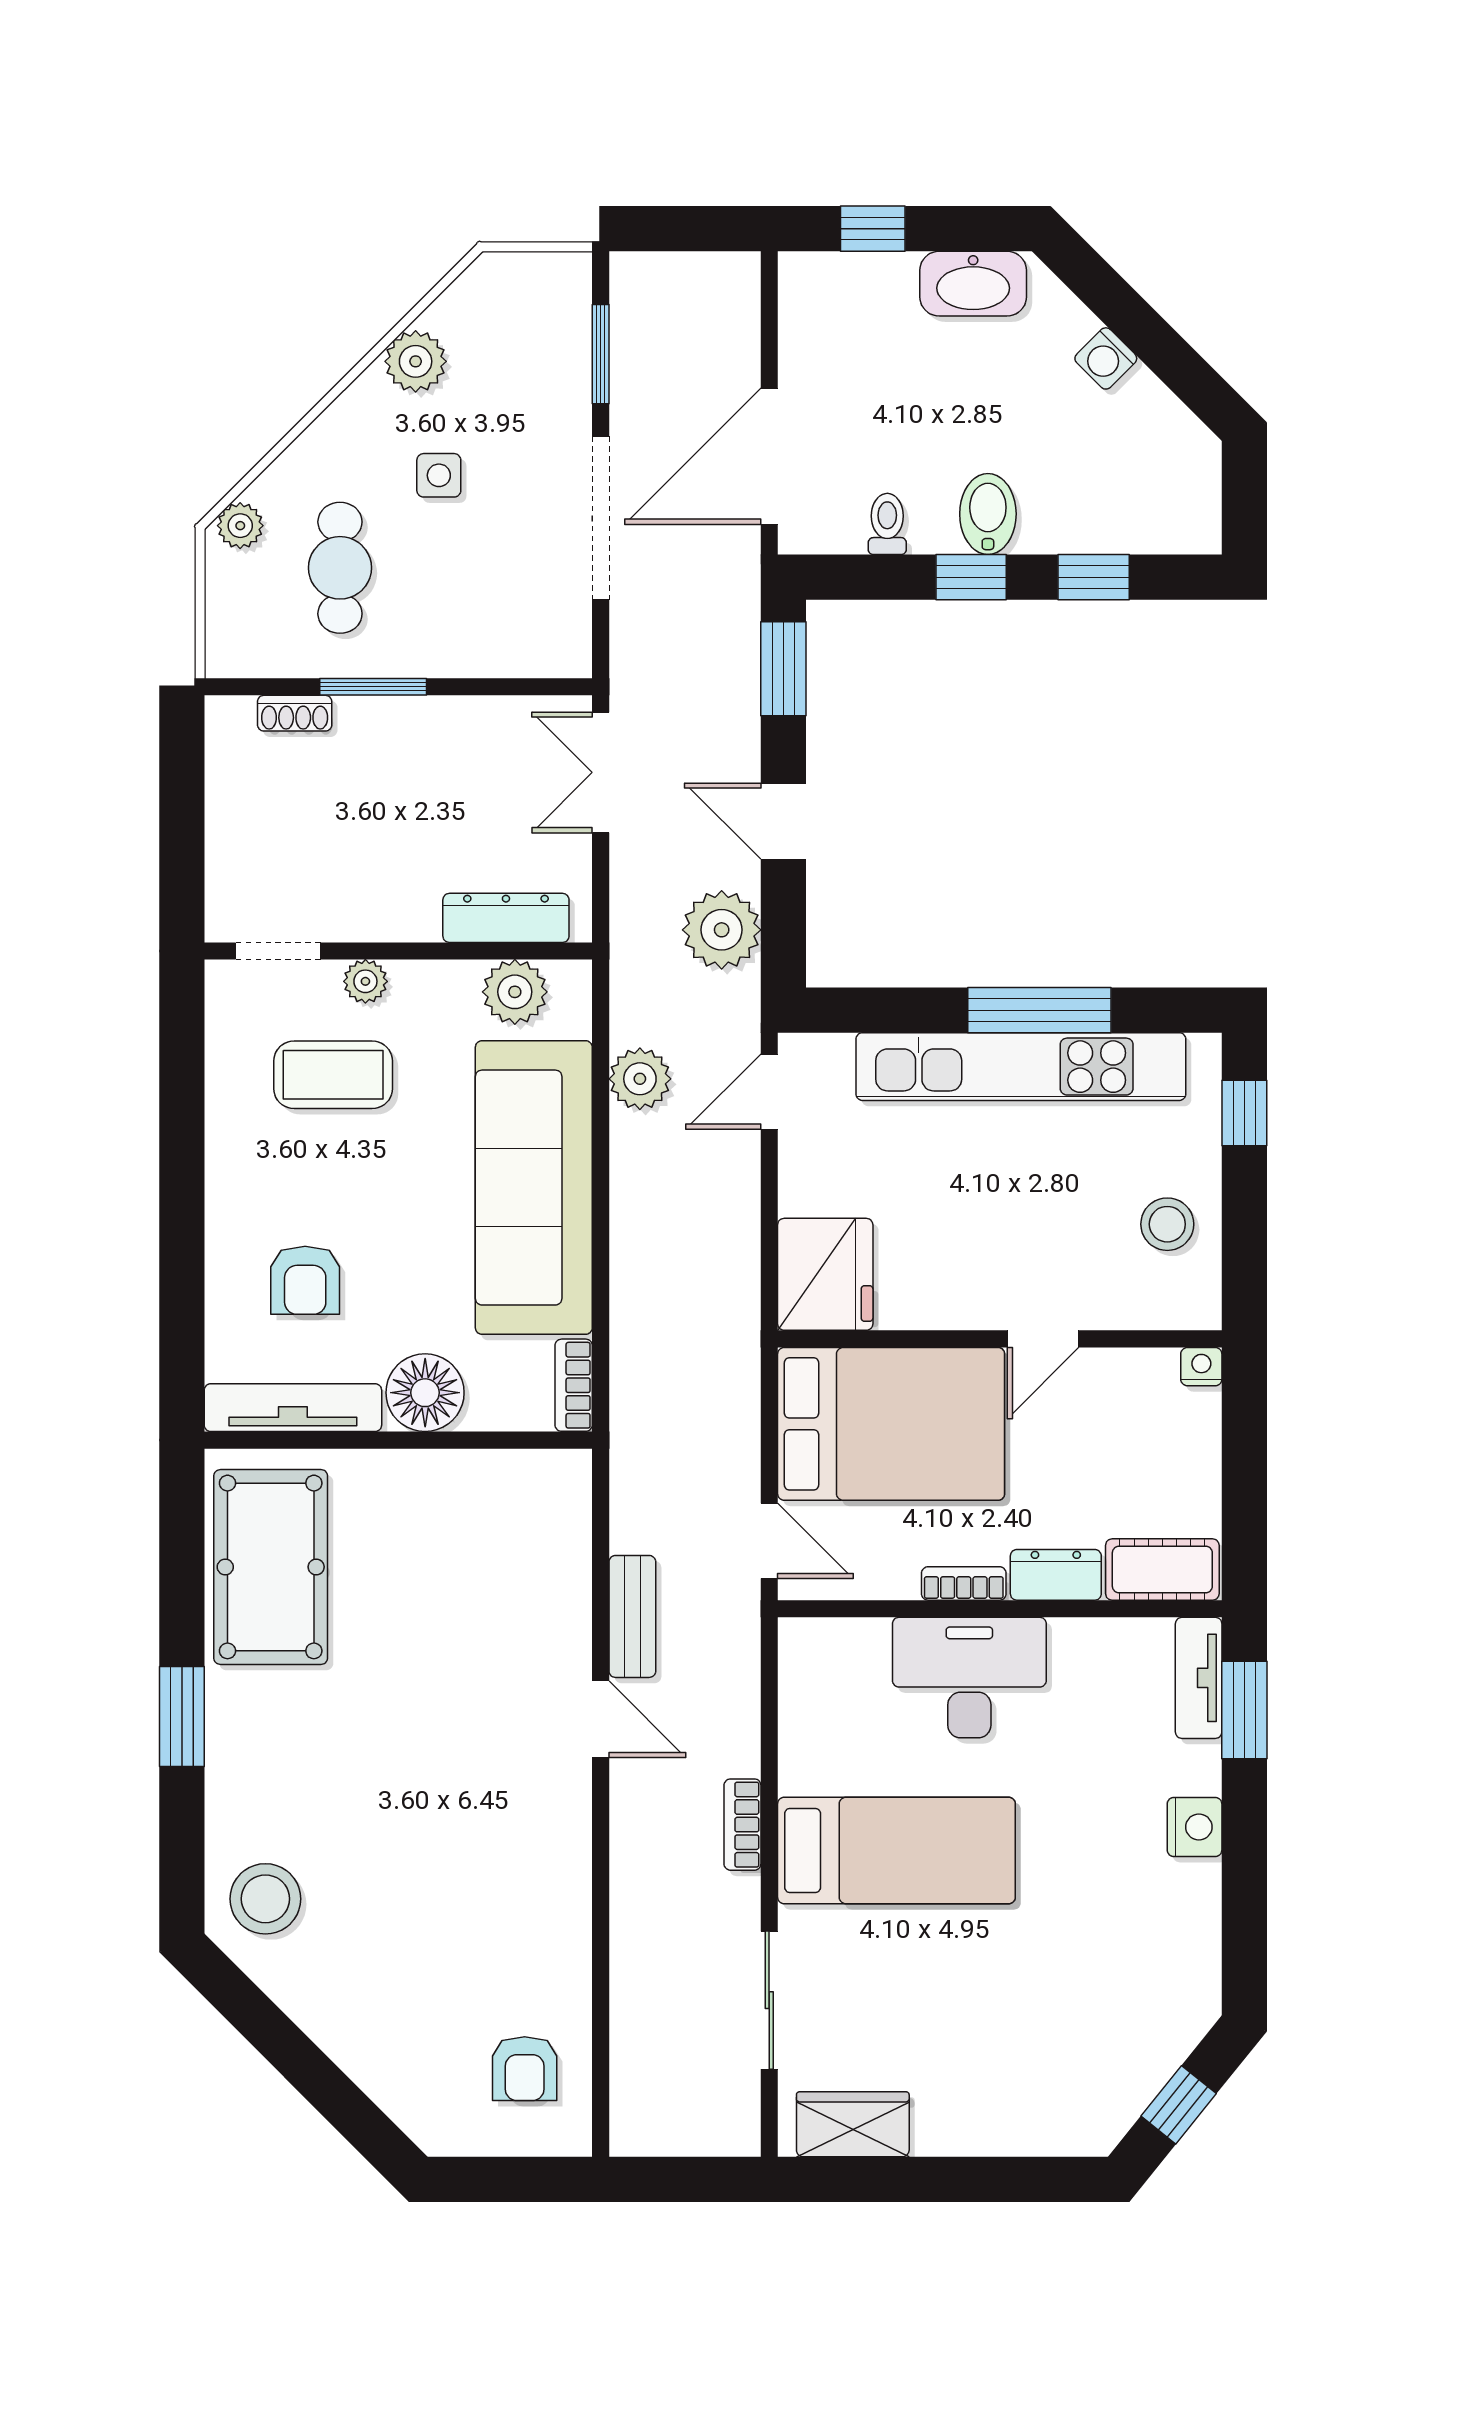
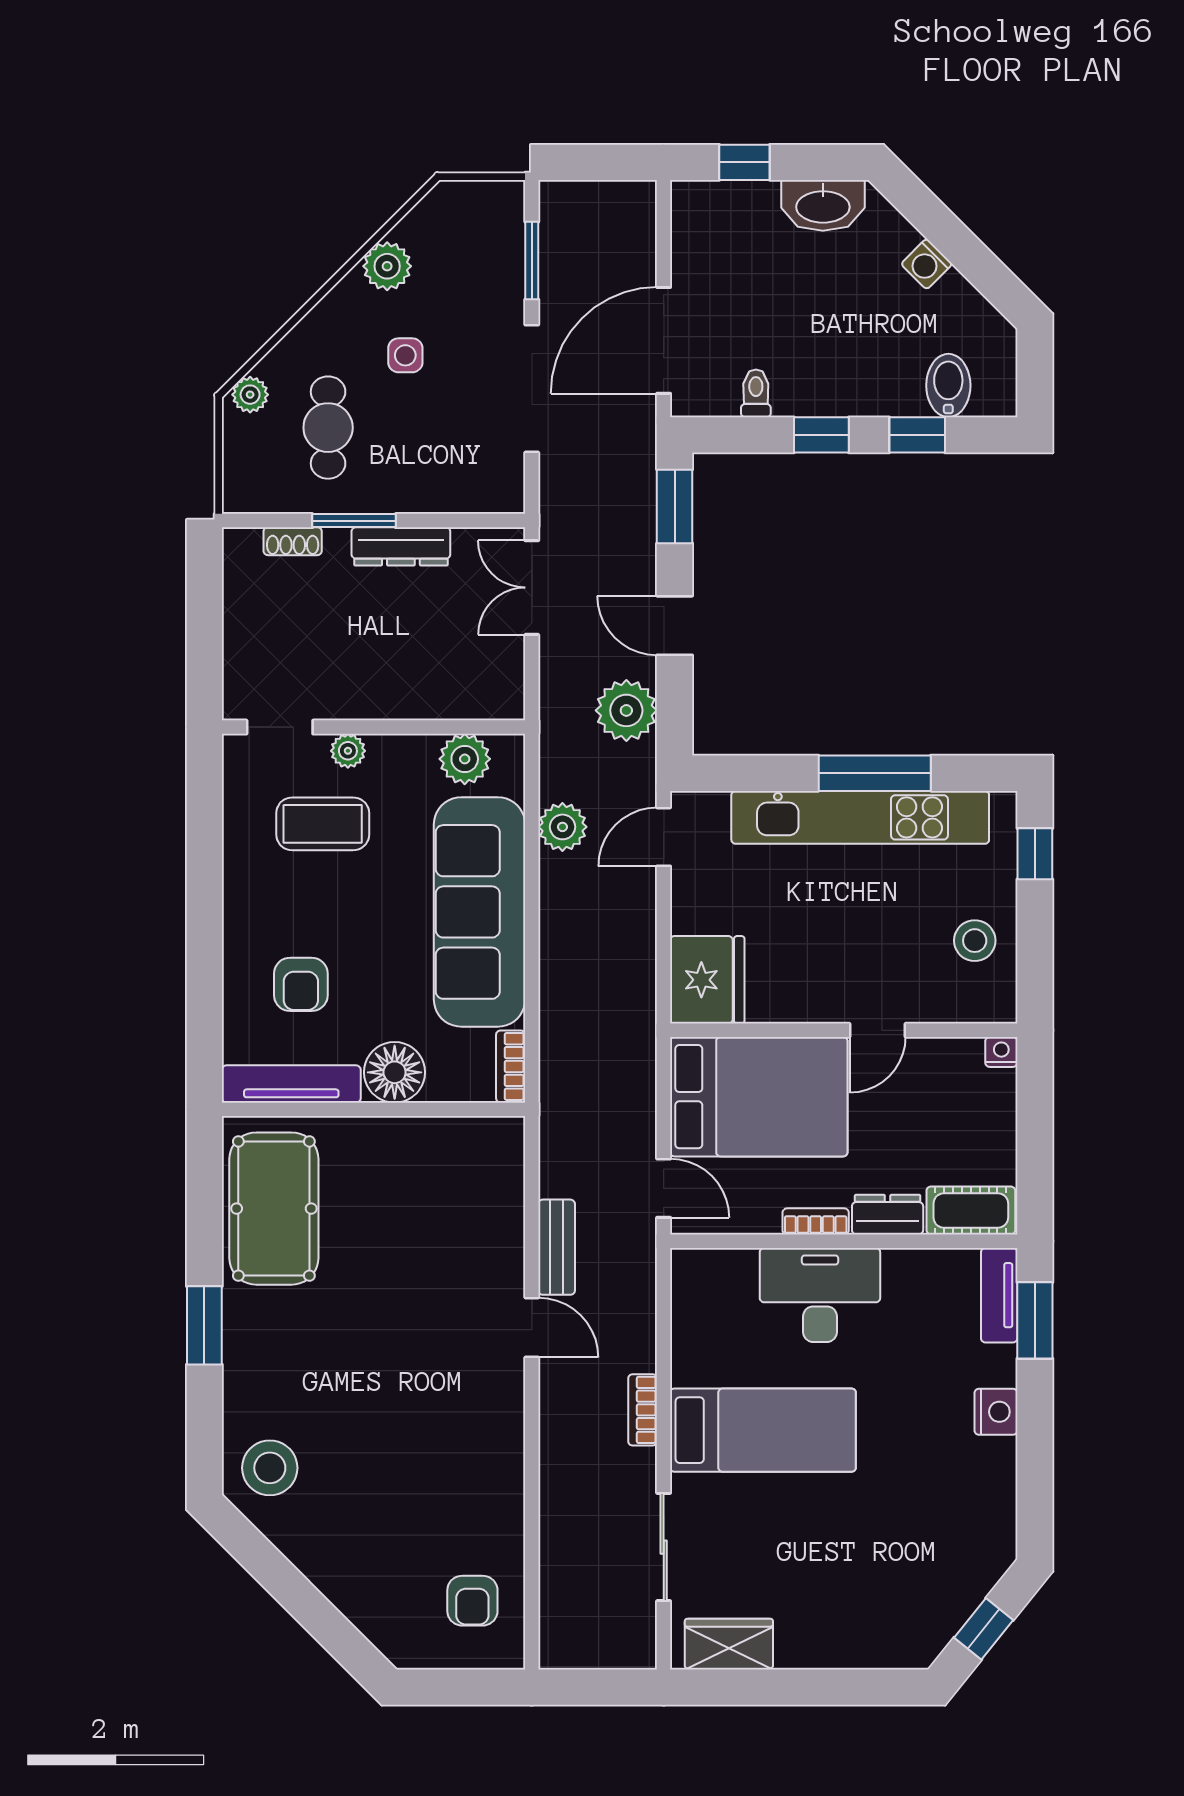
bidet: (988, 514) -> (948, 385), moved
dresser: (506, 918) -> (401, 546), moved, turned 180

